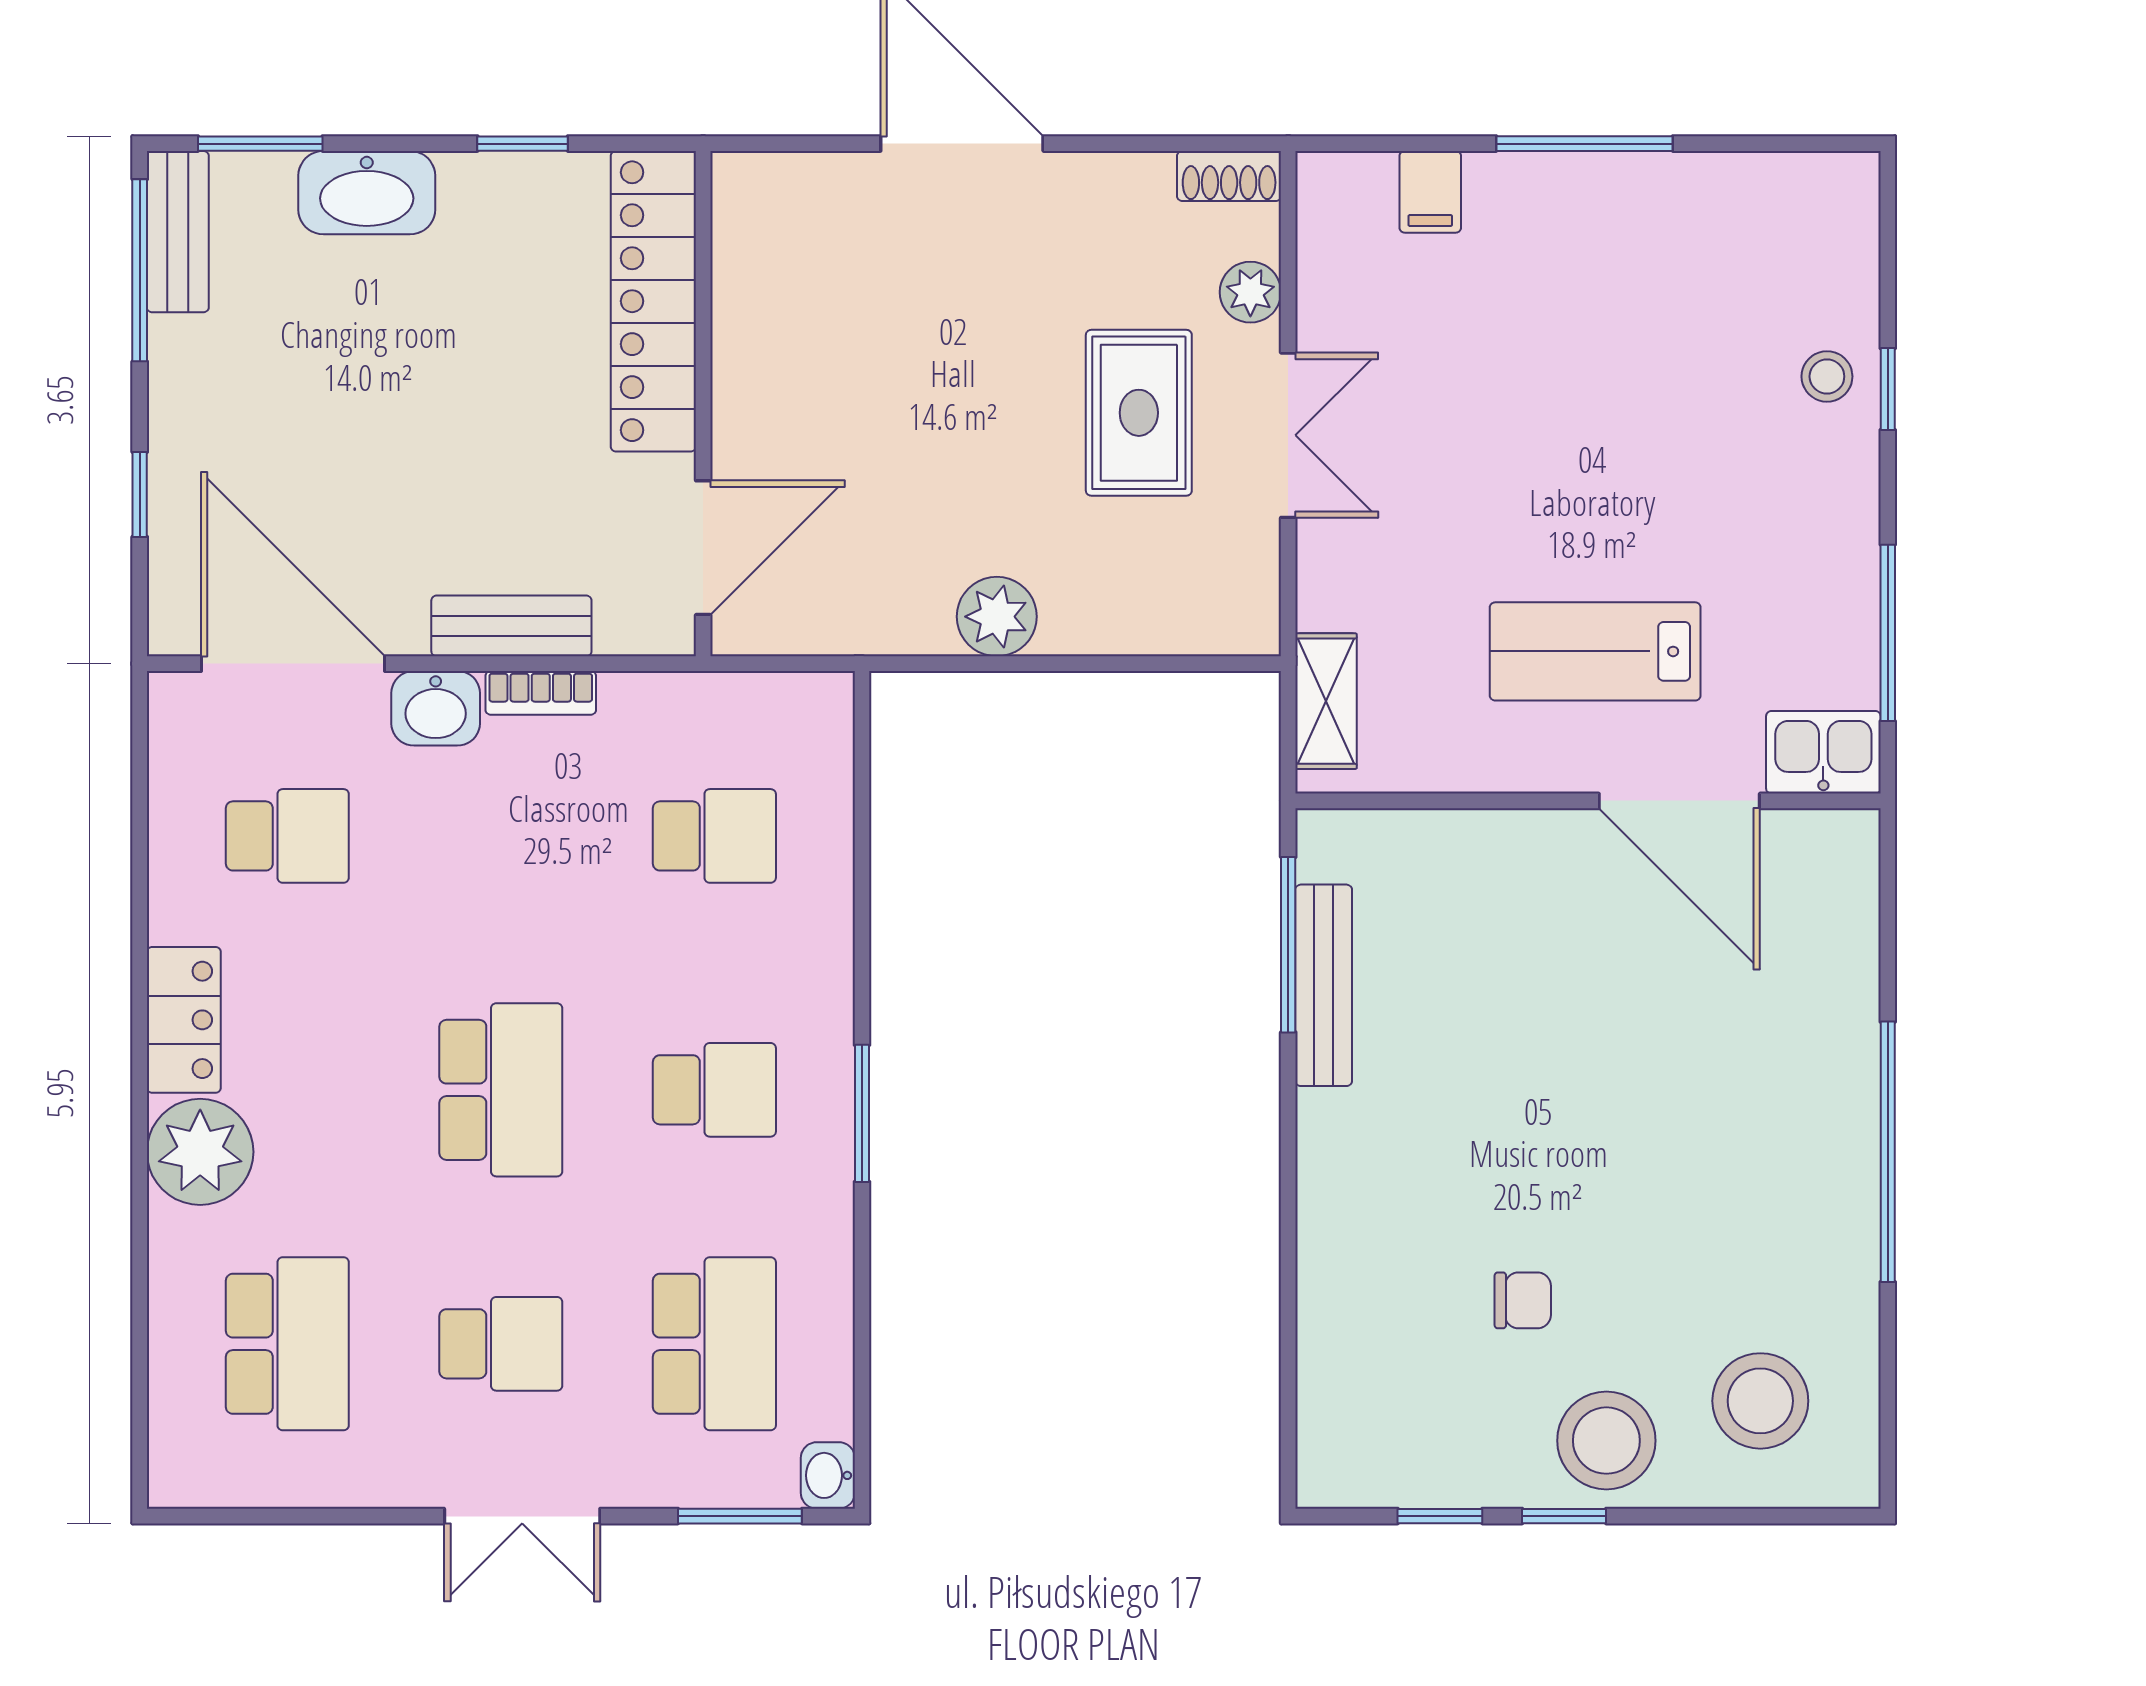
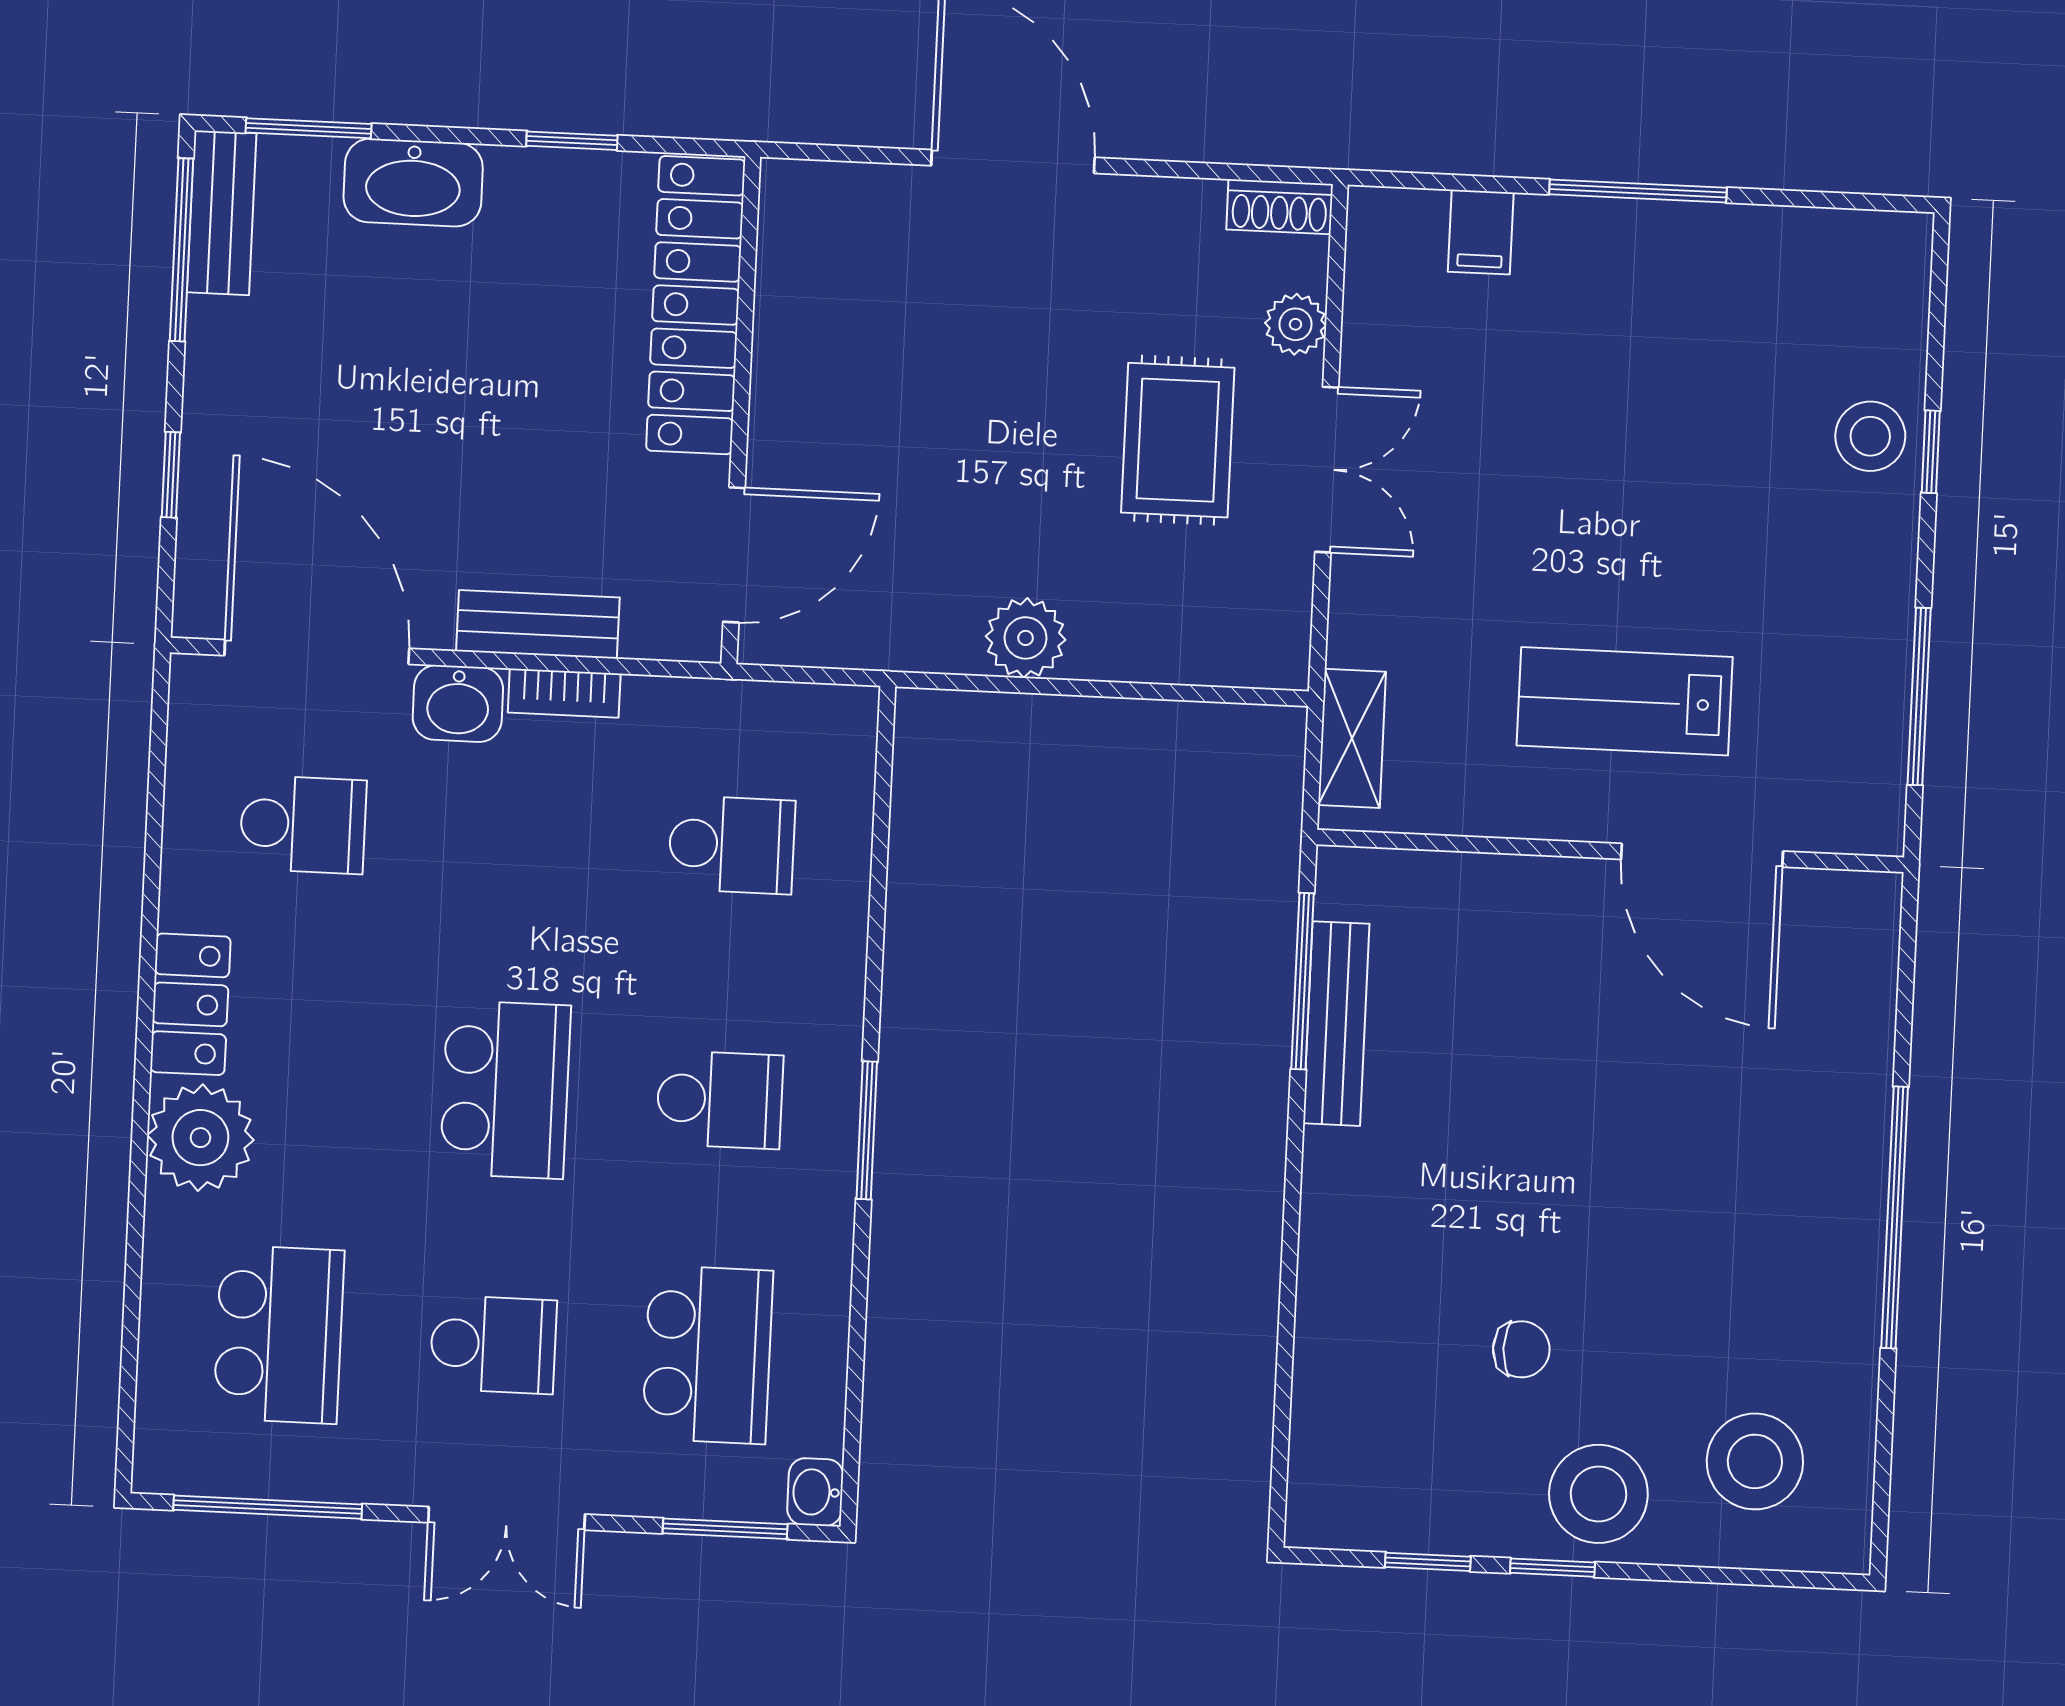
stool: (1827, 376) -> (1870, 436), width x1.37, depth x1.37
kitchen sink: (1823, 752) -> (1849, 813), removed
window: (284, 1516) -> (268, 1507), added

